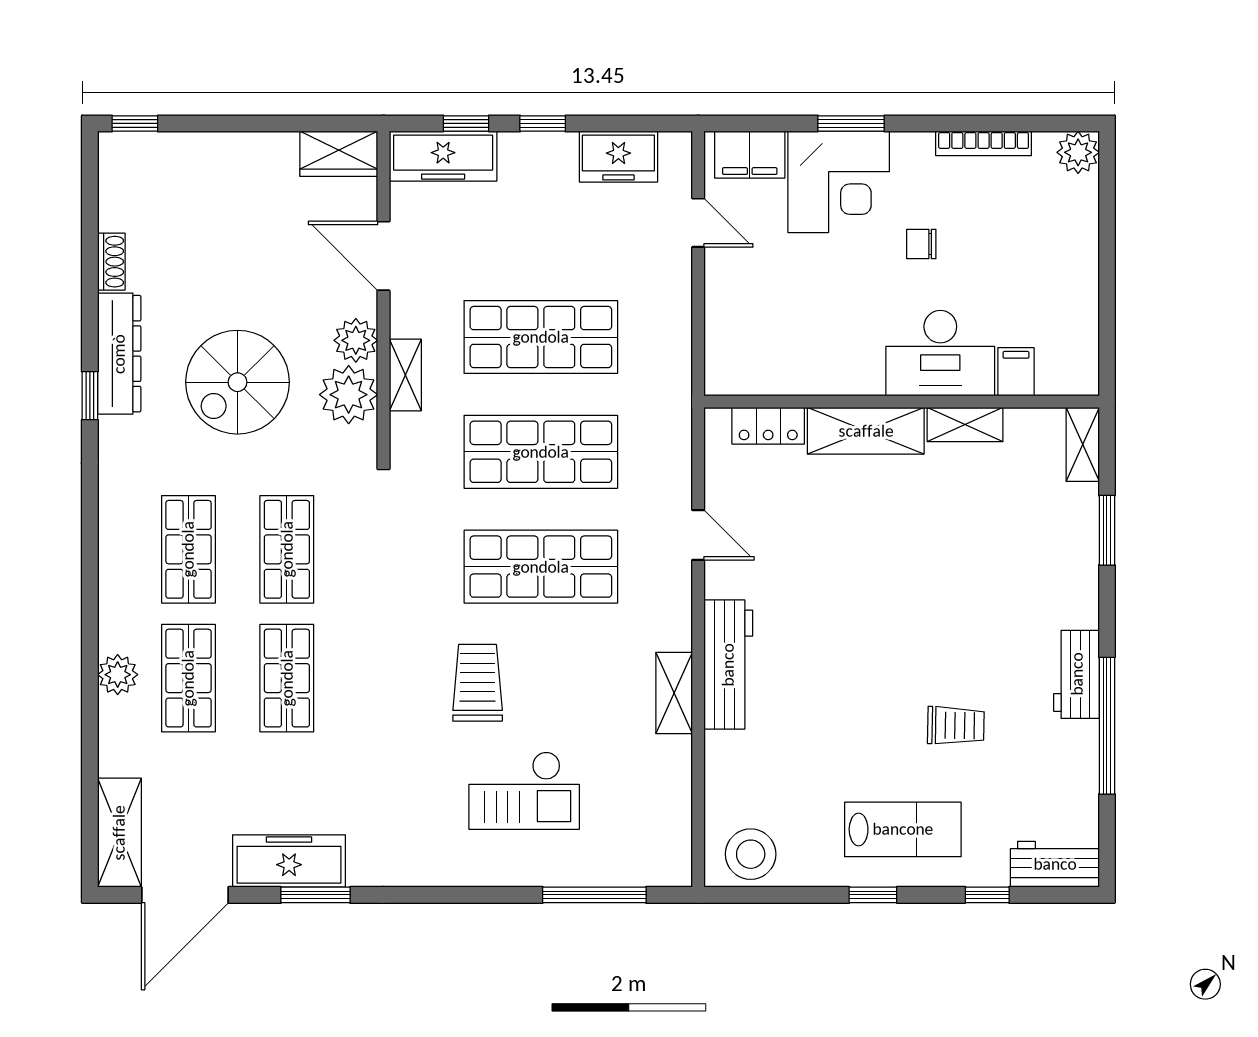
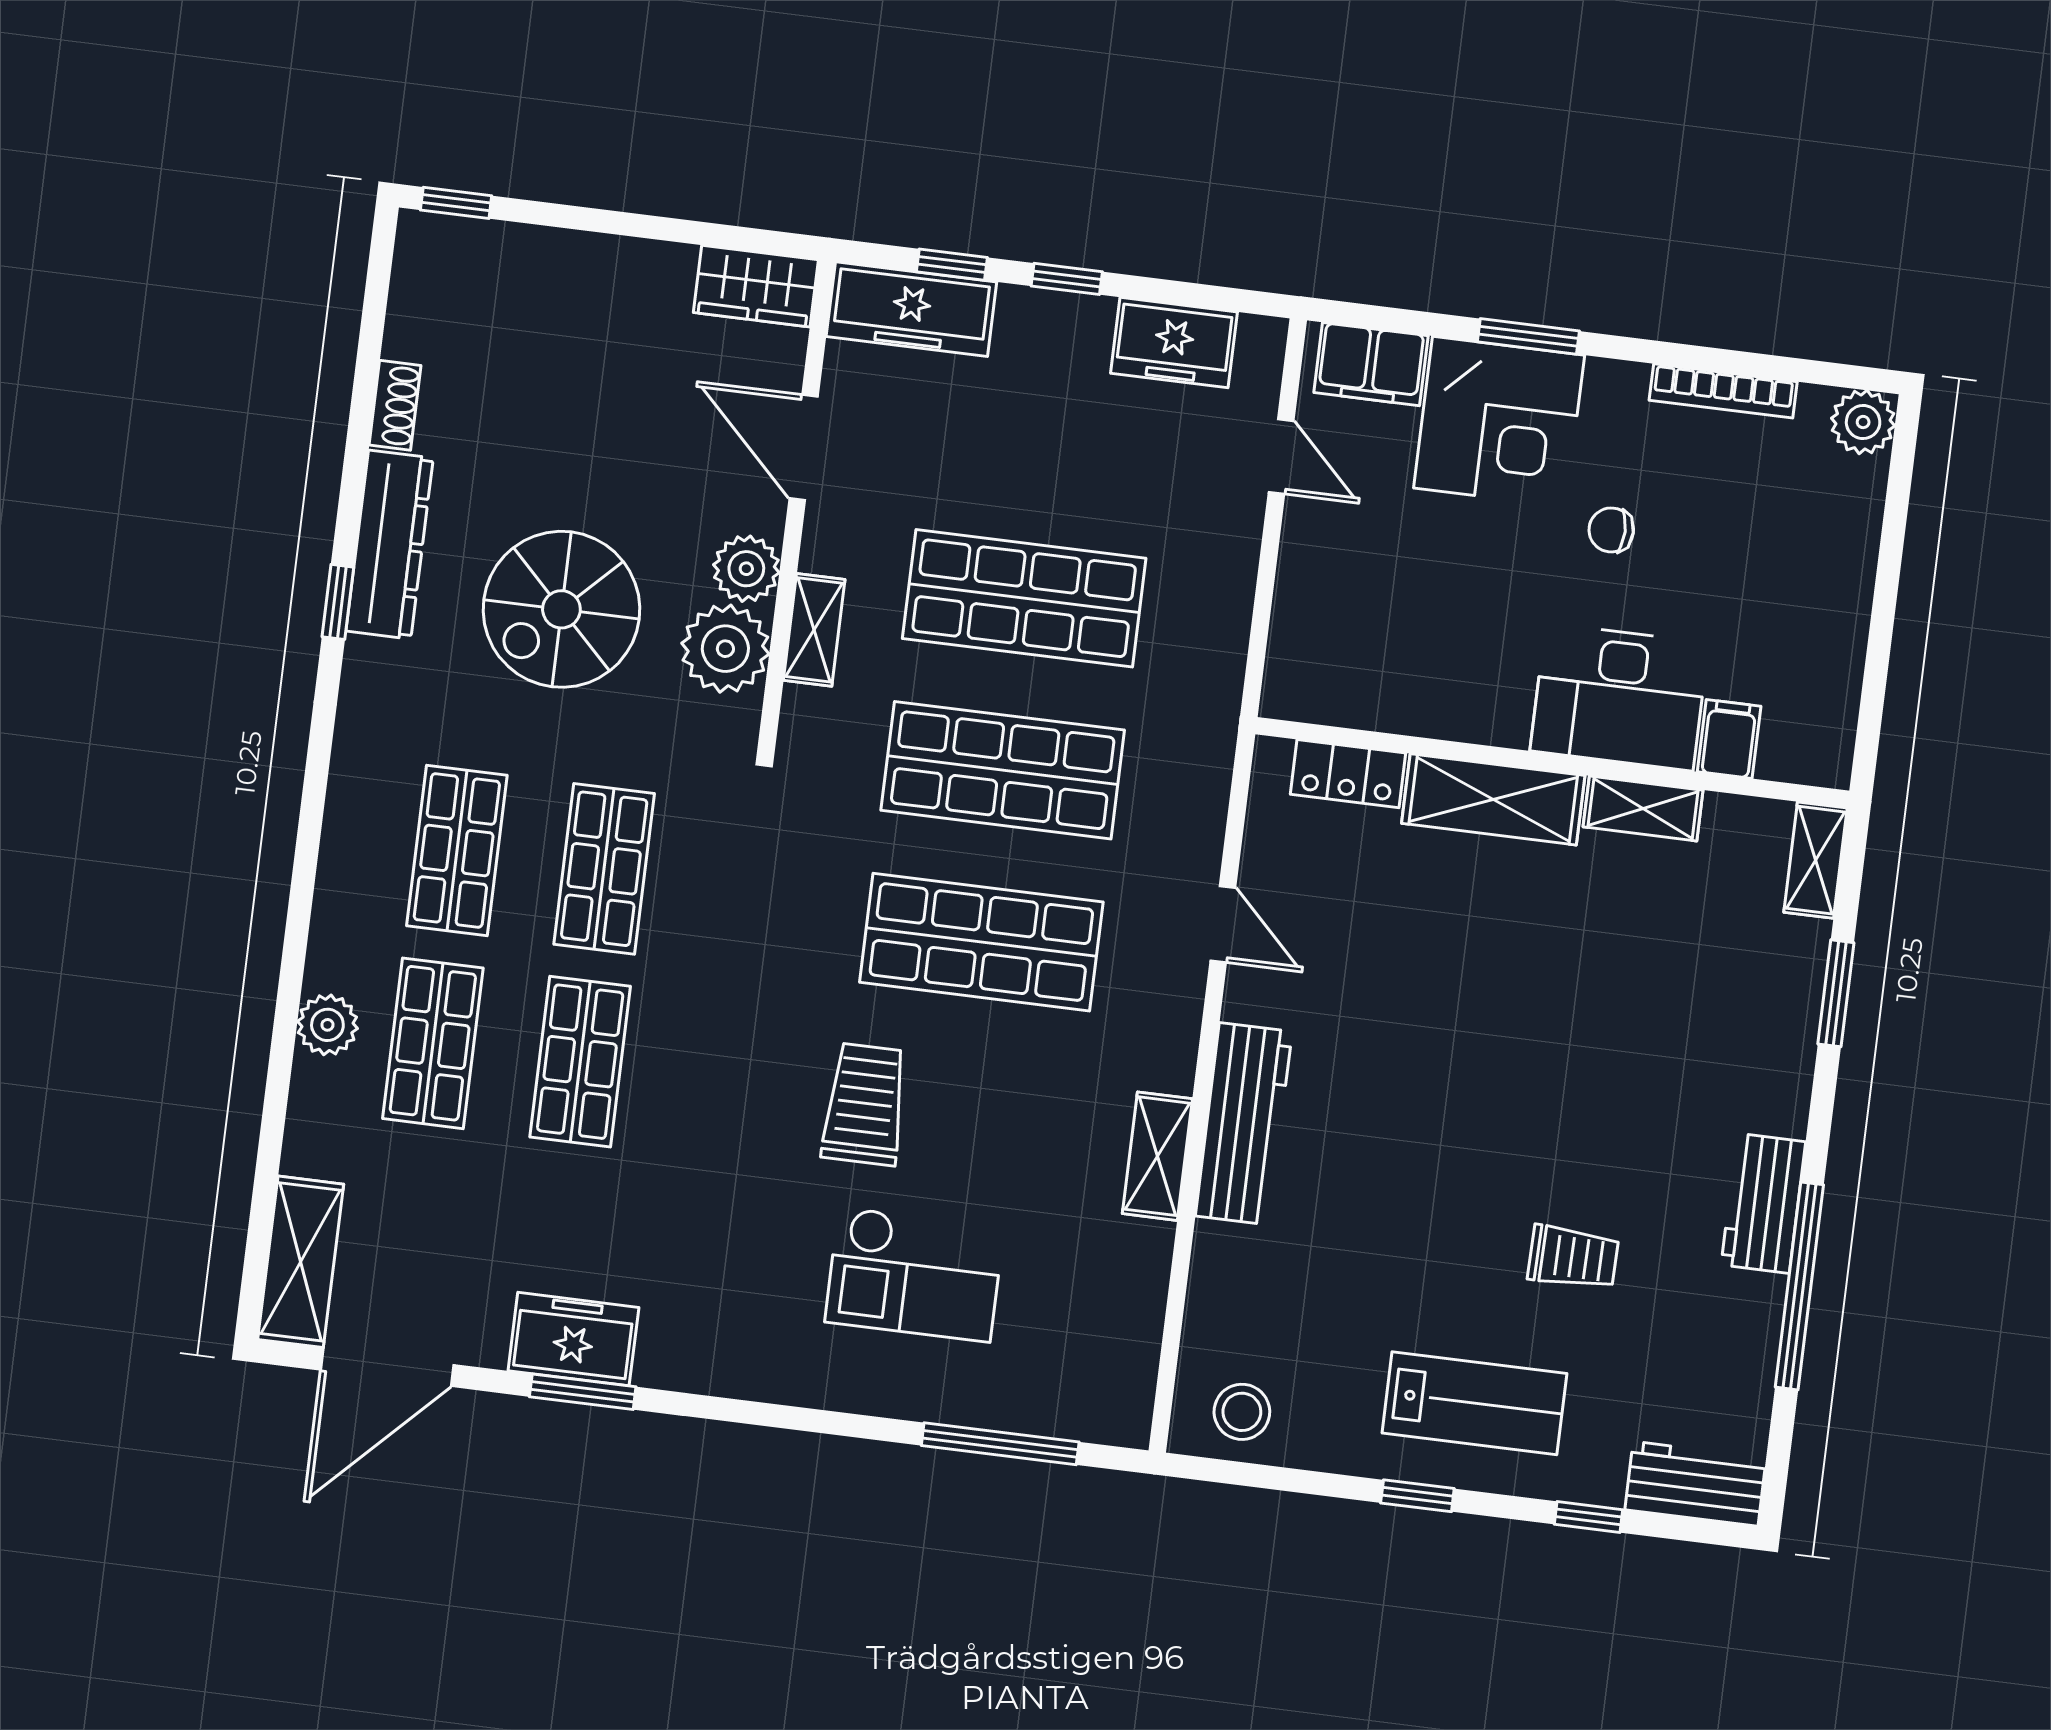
stool: (751, 854) -> (1242, 1412), width x0.73, depth x0.73
freezer: (289, 861) -> (573, 1339), width x0.71

